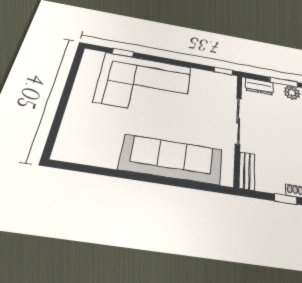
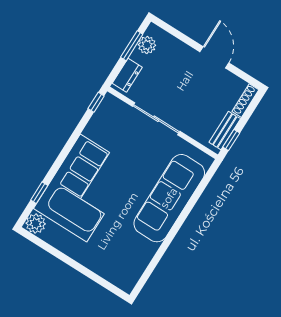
plant: (93, 58) -> (36, 224), added
bench: (247, 171) -> (225, 131), moved, turned 90
window: (285, 199) -> (231, 140), moved

